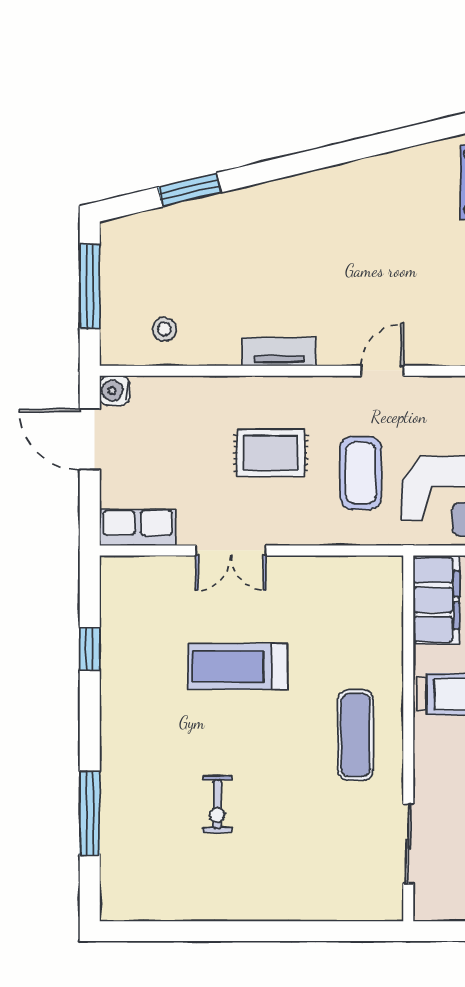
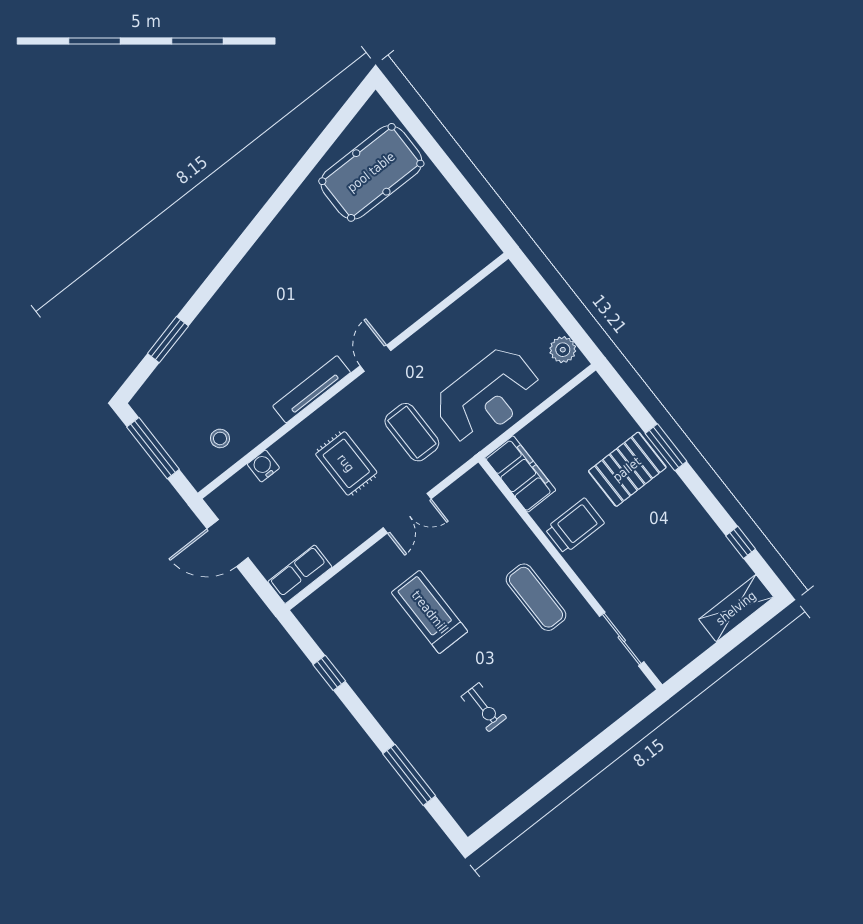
tv unit: (279, 352) -> (312, 389), width x1.41
water cooler: (115, 391) -> (263, 466), moved, turned 90
rug: (271, 453) -> (346, 463), turned 90
double door: (231, 550) -> (407, 513), moved
treadmill: (238, 666) -> (430, 612), turned 90

